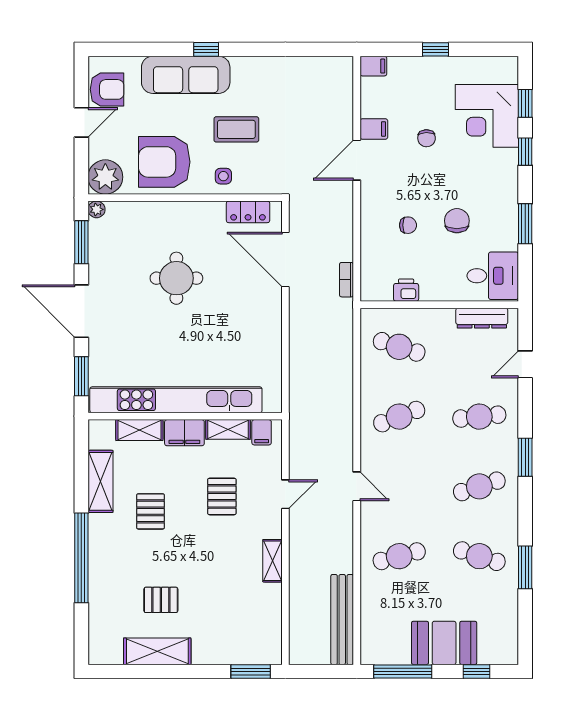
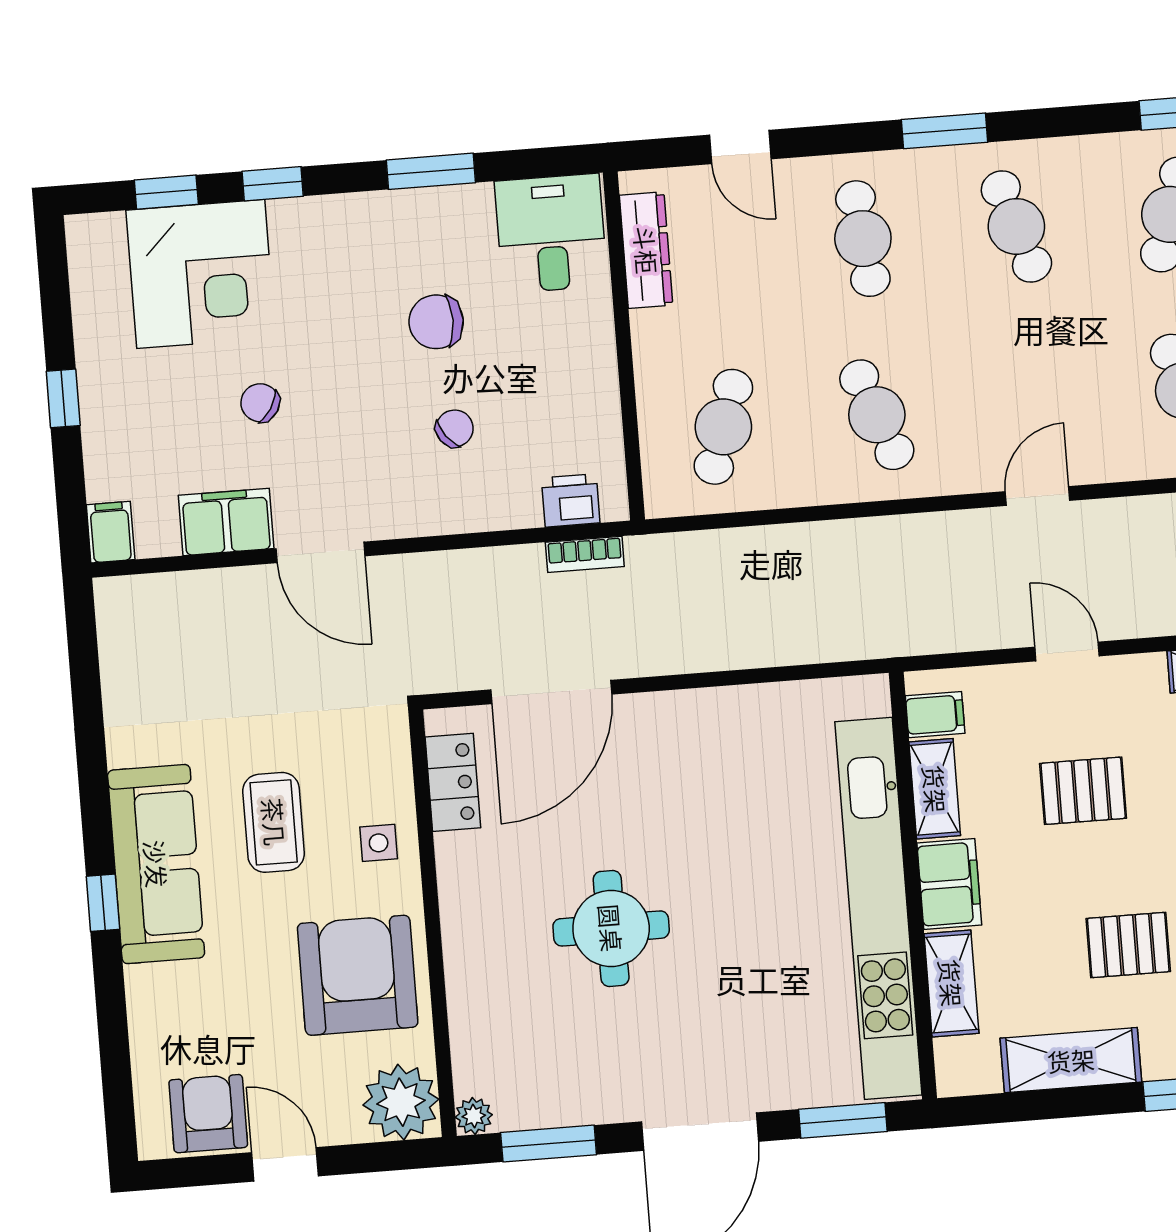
sofa: (186, 75) -> (156, 864), moved
filing cabinet: (374, 129) -> (226, 522), width x2.00
chair: (427, 138) -> (260, 403), turned -146
armchair: (164, 162) -> (358, 975), turned 180
chair: (408, 225) -> (455, 428), turned 53
printer: (406, 290) -> (571, 500), moved, turned 90

